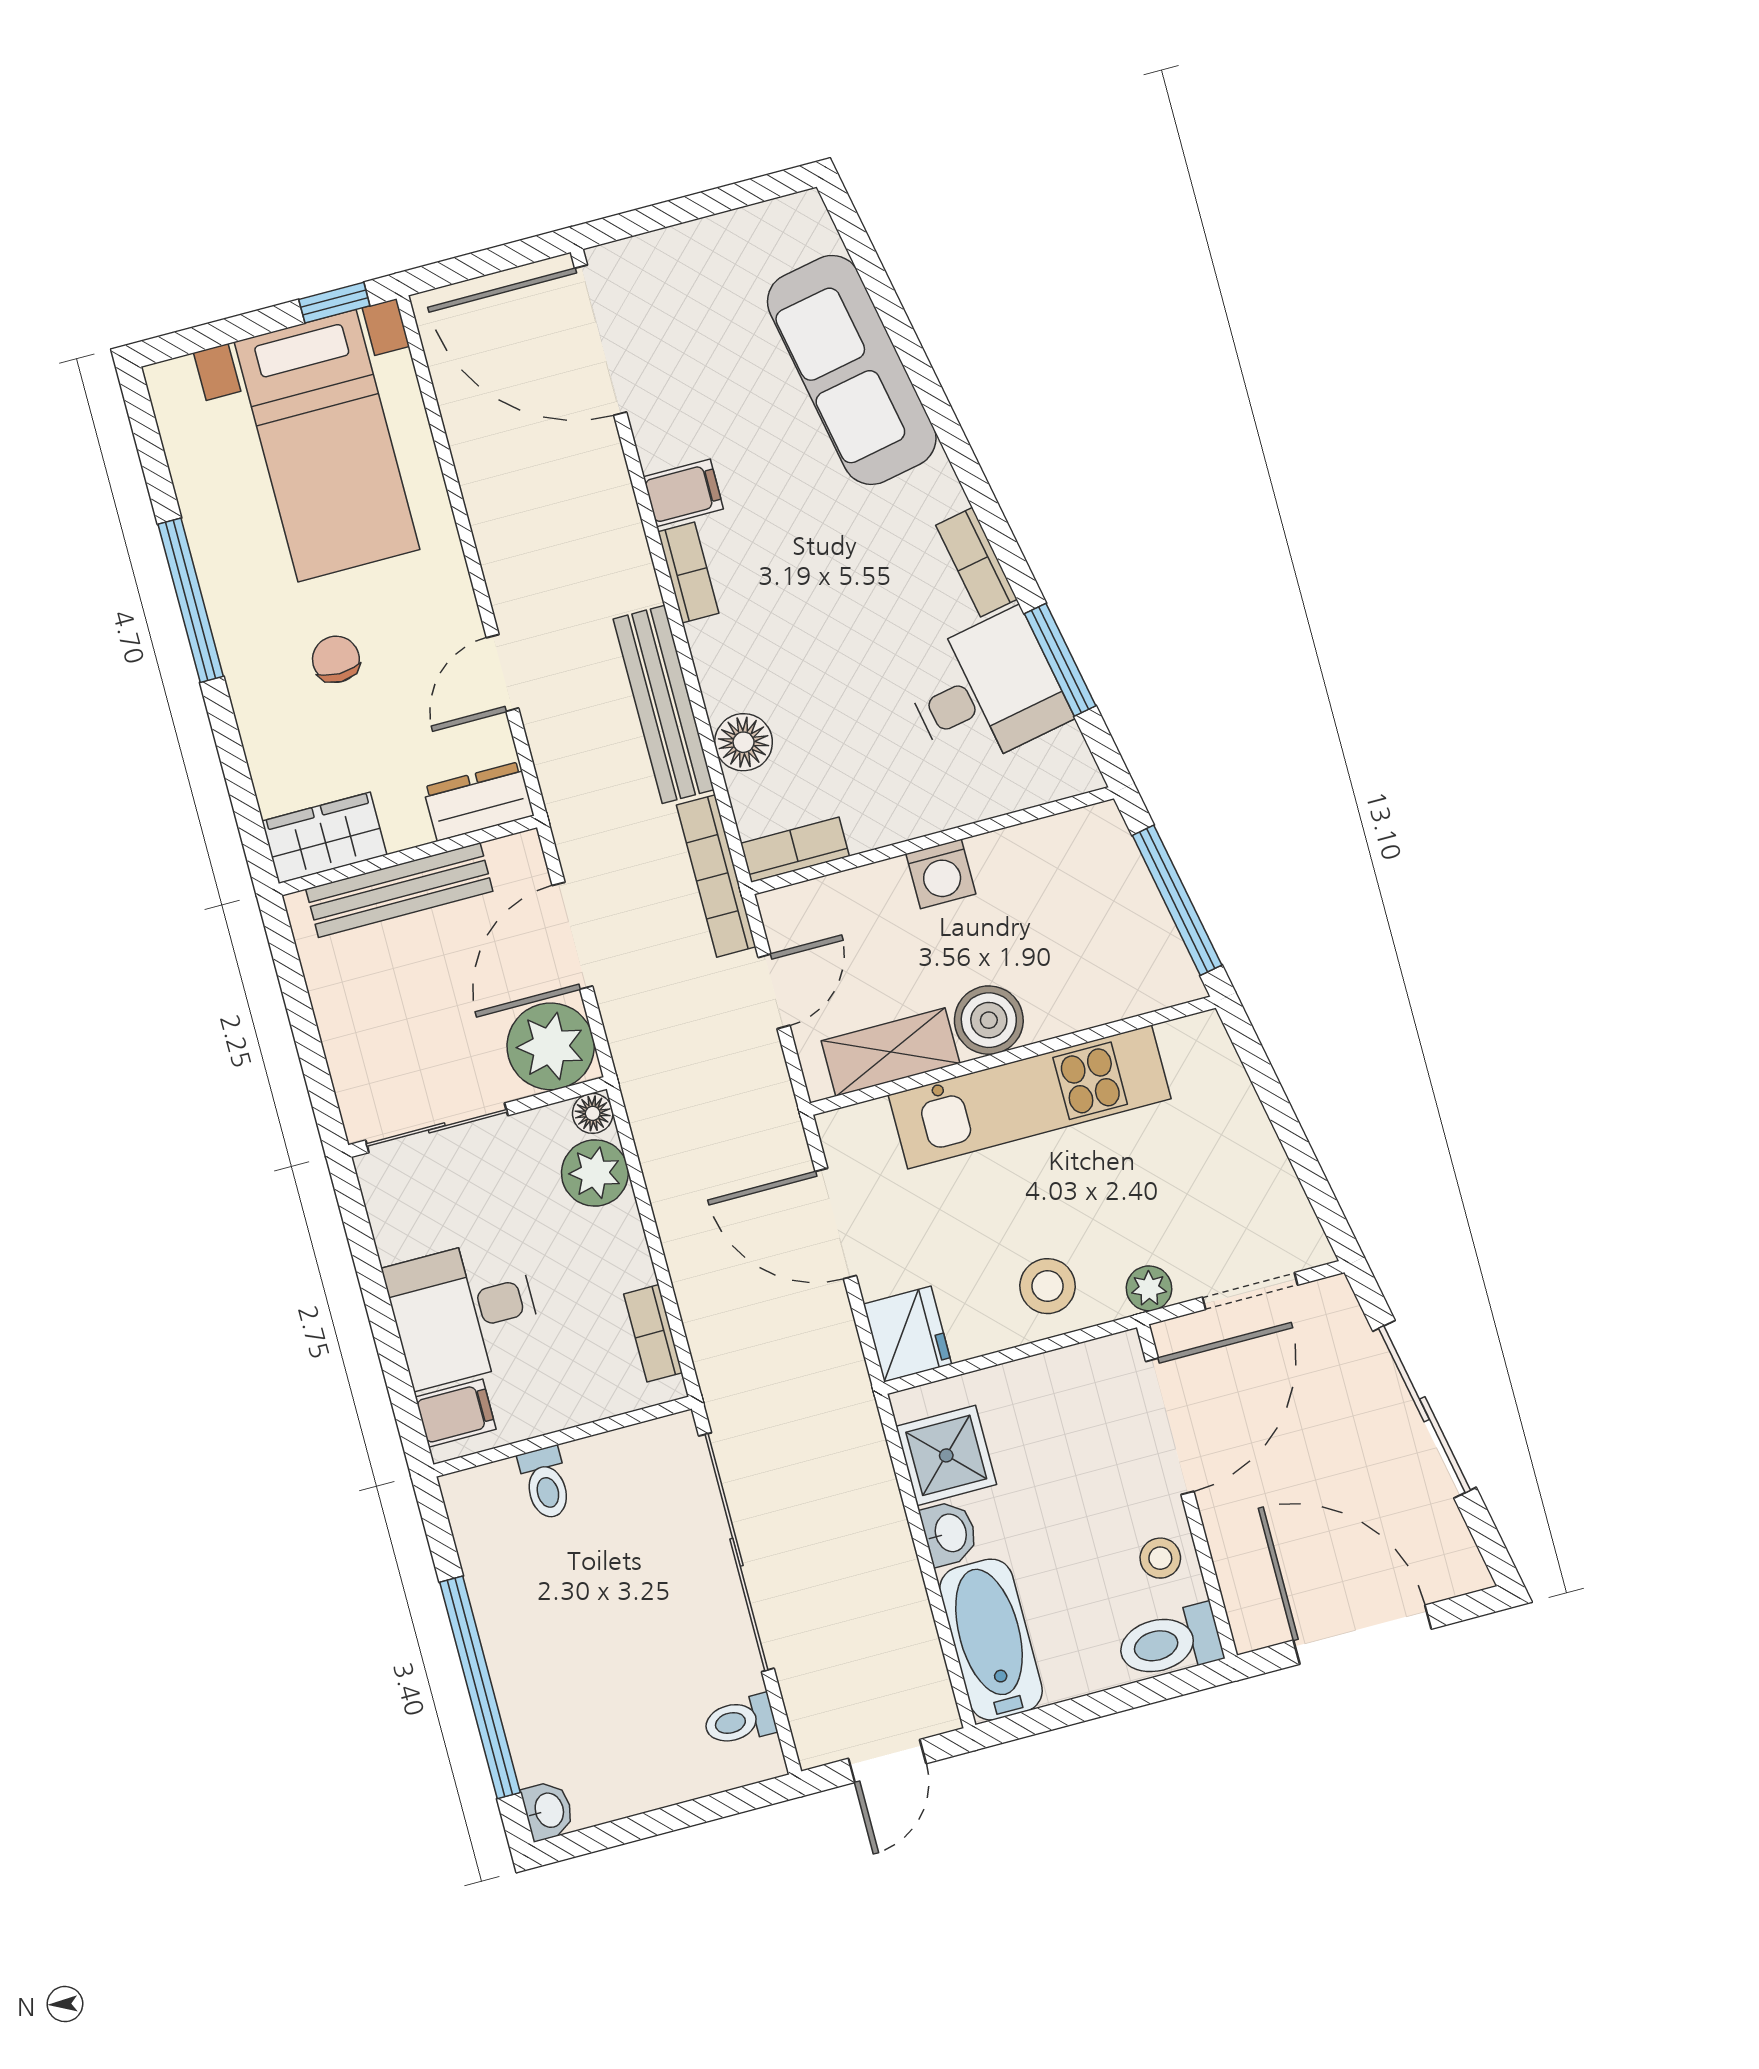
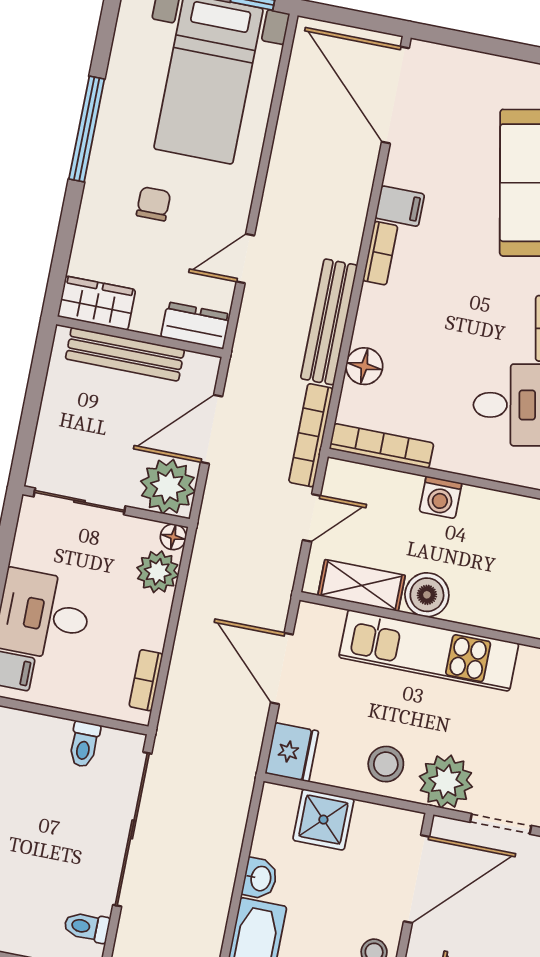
bookcase: (795, 850) -> (382, 446), width x1.56
plant: (1149, 1288) -> (446, 782), width x1.88, depth x1.88
shower: (946, 1455) -> (323, 820), moved
toilet: (545, 1483) -> (84, 744), moved

